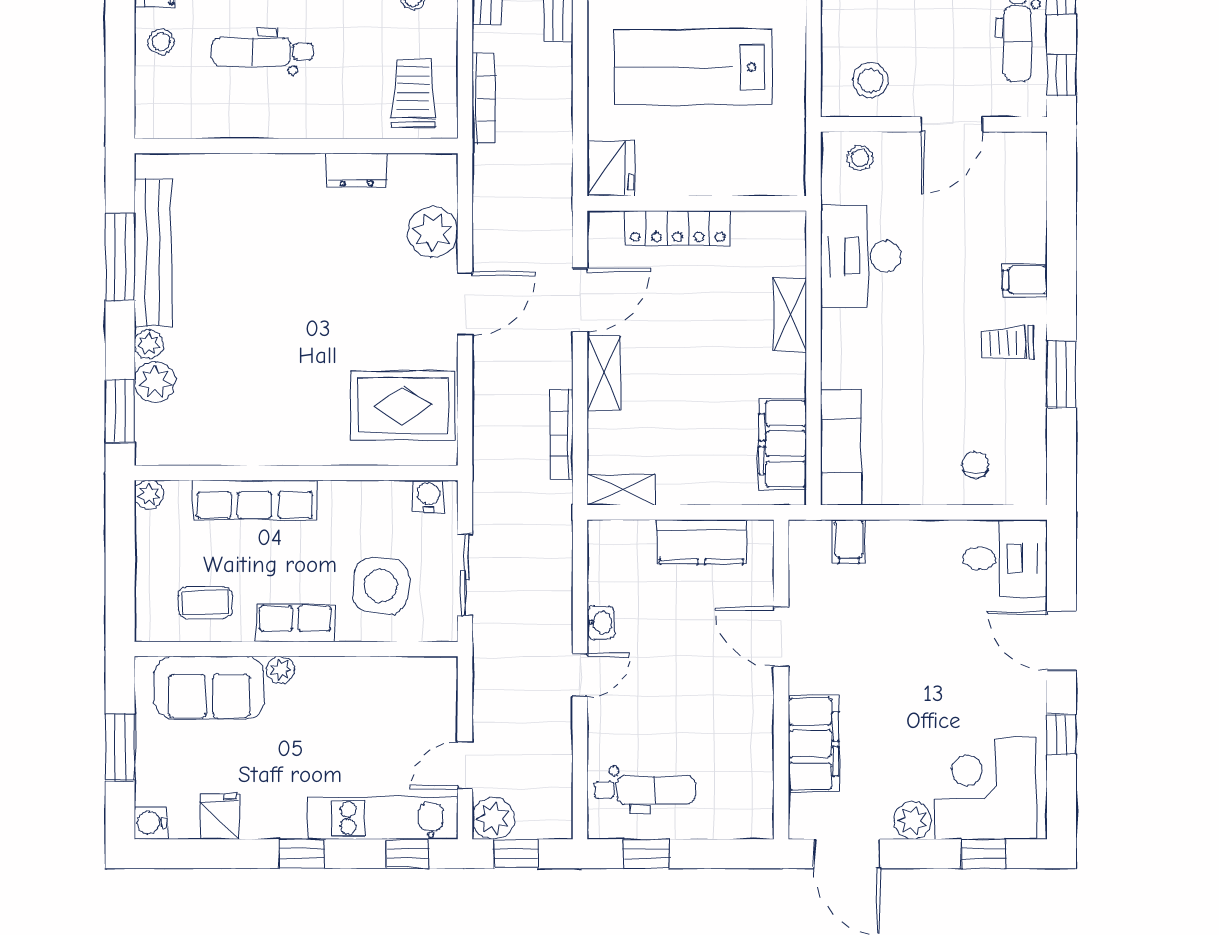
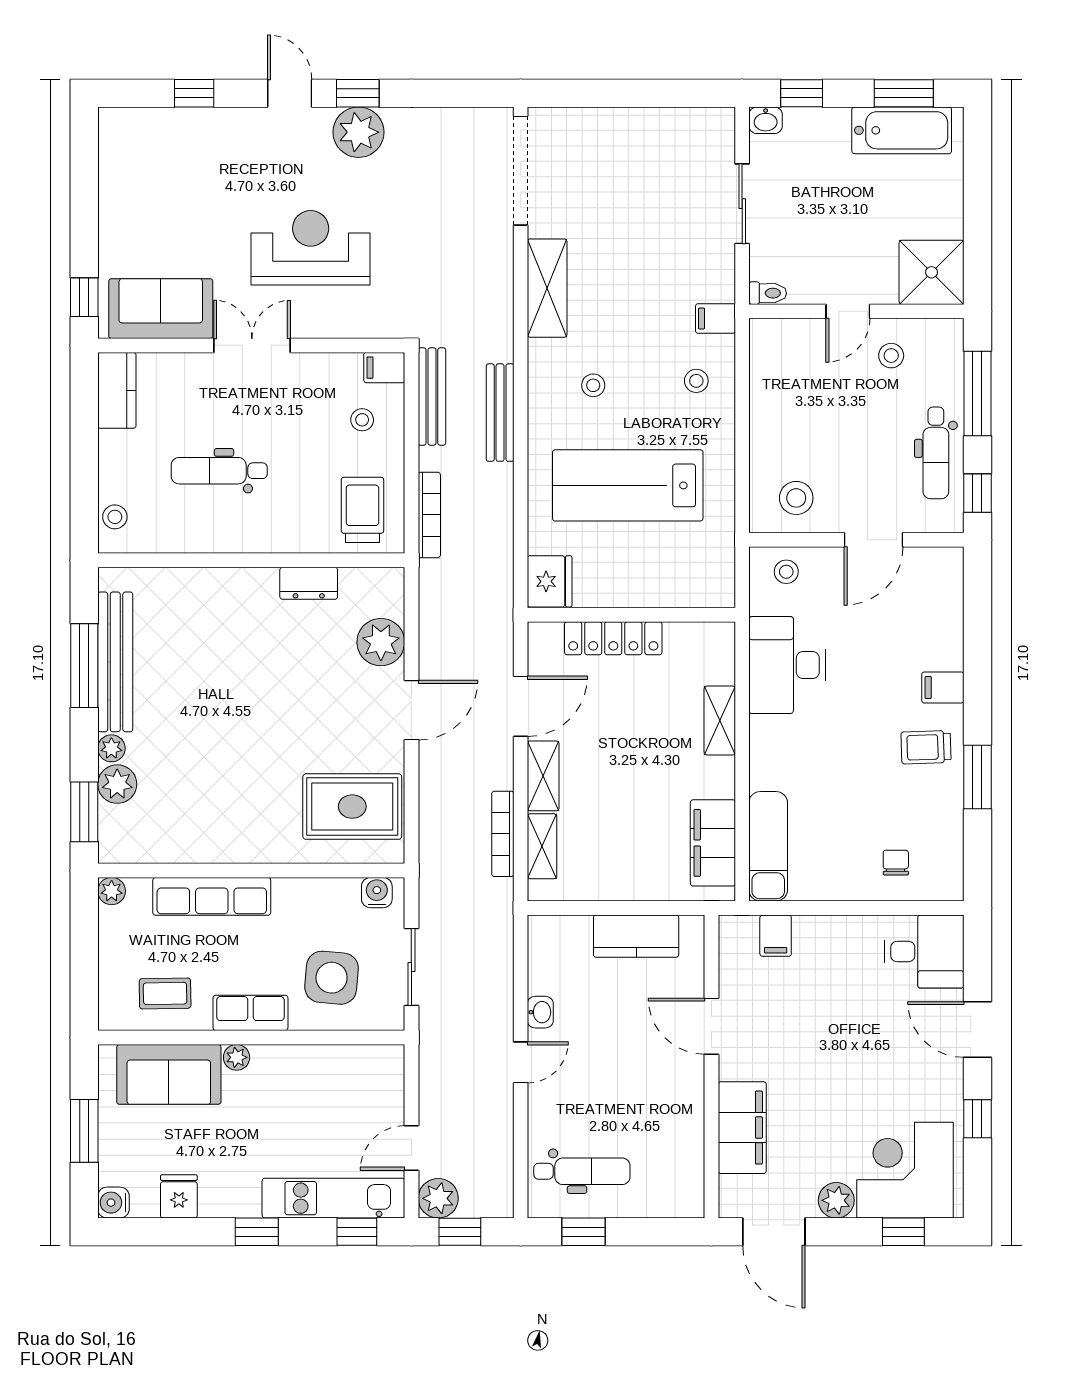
stool: (161, 42) -> (115, 517), moved
shelving: (621, 490) -> (542, 846), moved, turned 90

